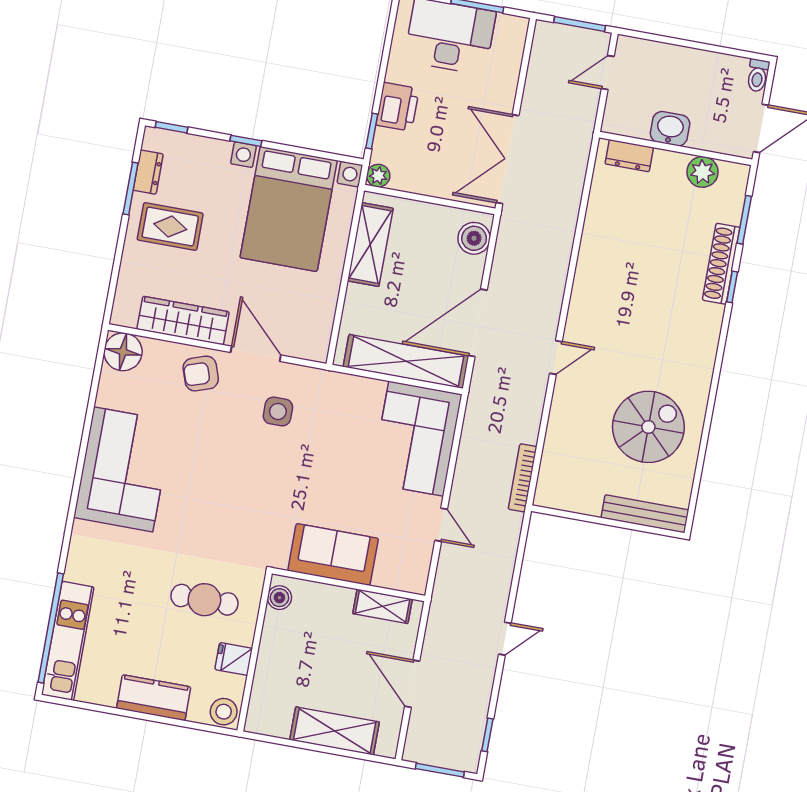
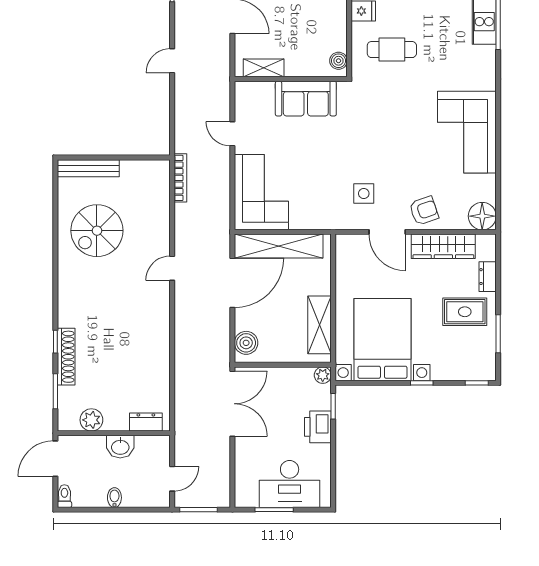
bidet: (690, 61) -> (114, 498), added
dresser: (148, 172) -> (488, 277), moved

